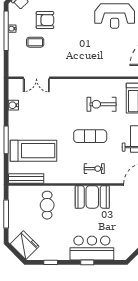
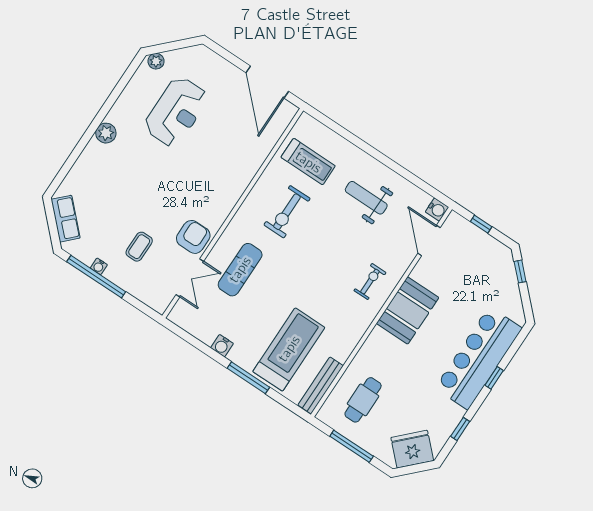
armchair: (45, 20) -> (193, 237), moved
water cooler: (13, 105) -> (222, 346), moved
exercise mat: (90, 136) -> (240, 270), moved
cafe table: (47, 205) -> (363, 400), moved, turned 90
bar counter: (92, 248) -> (478, 358), width x1.36

